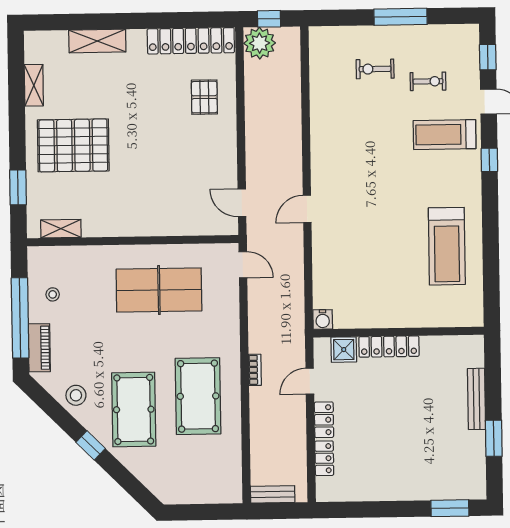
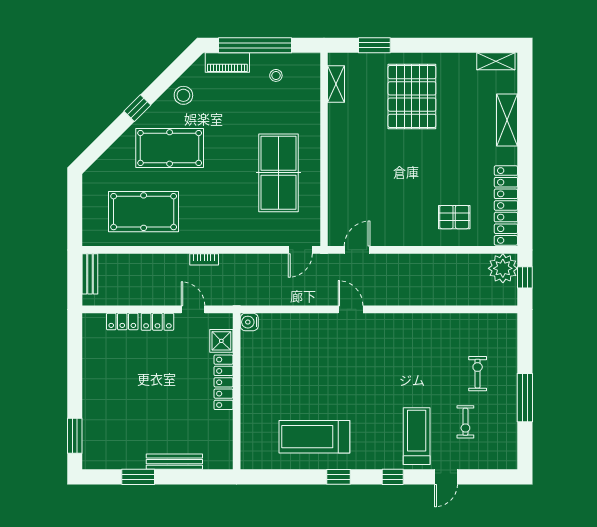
window: (488, 57) -> (339, 477), moved
shelving: (34, 85) -> (496, 61), moved
pool table: (198, 396) -> (144, 212), moved

